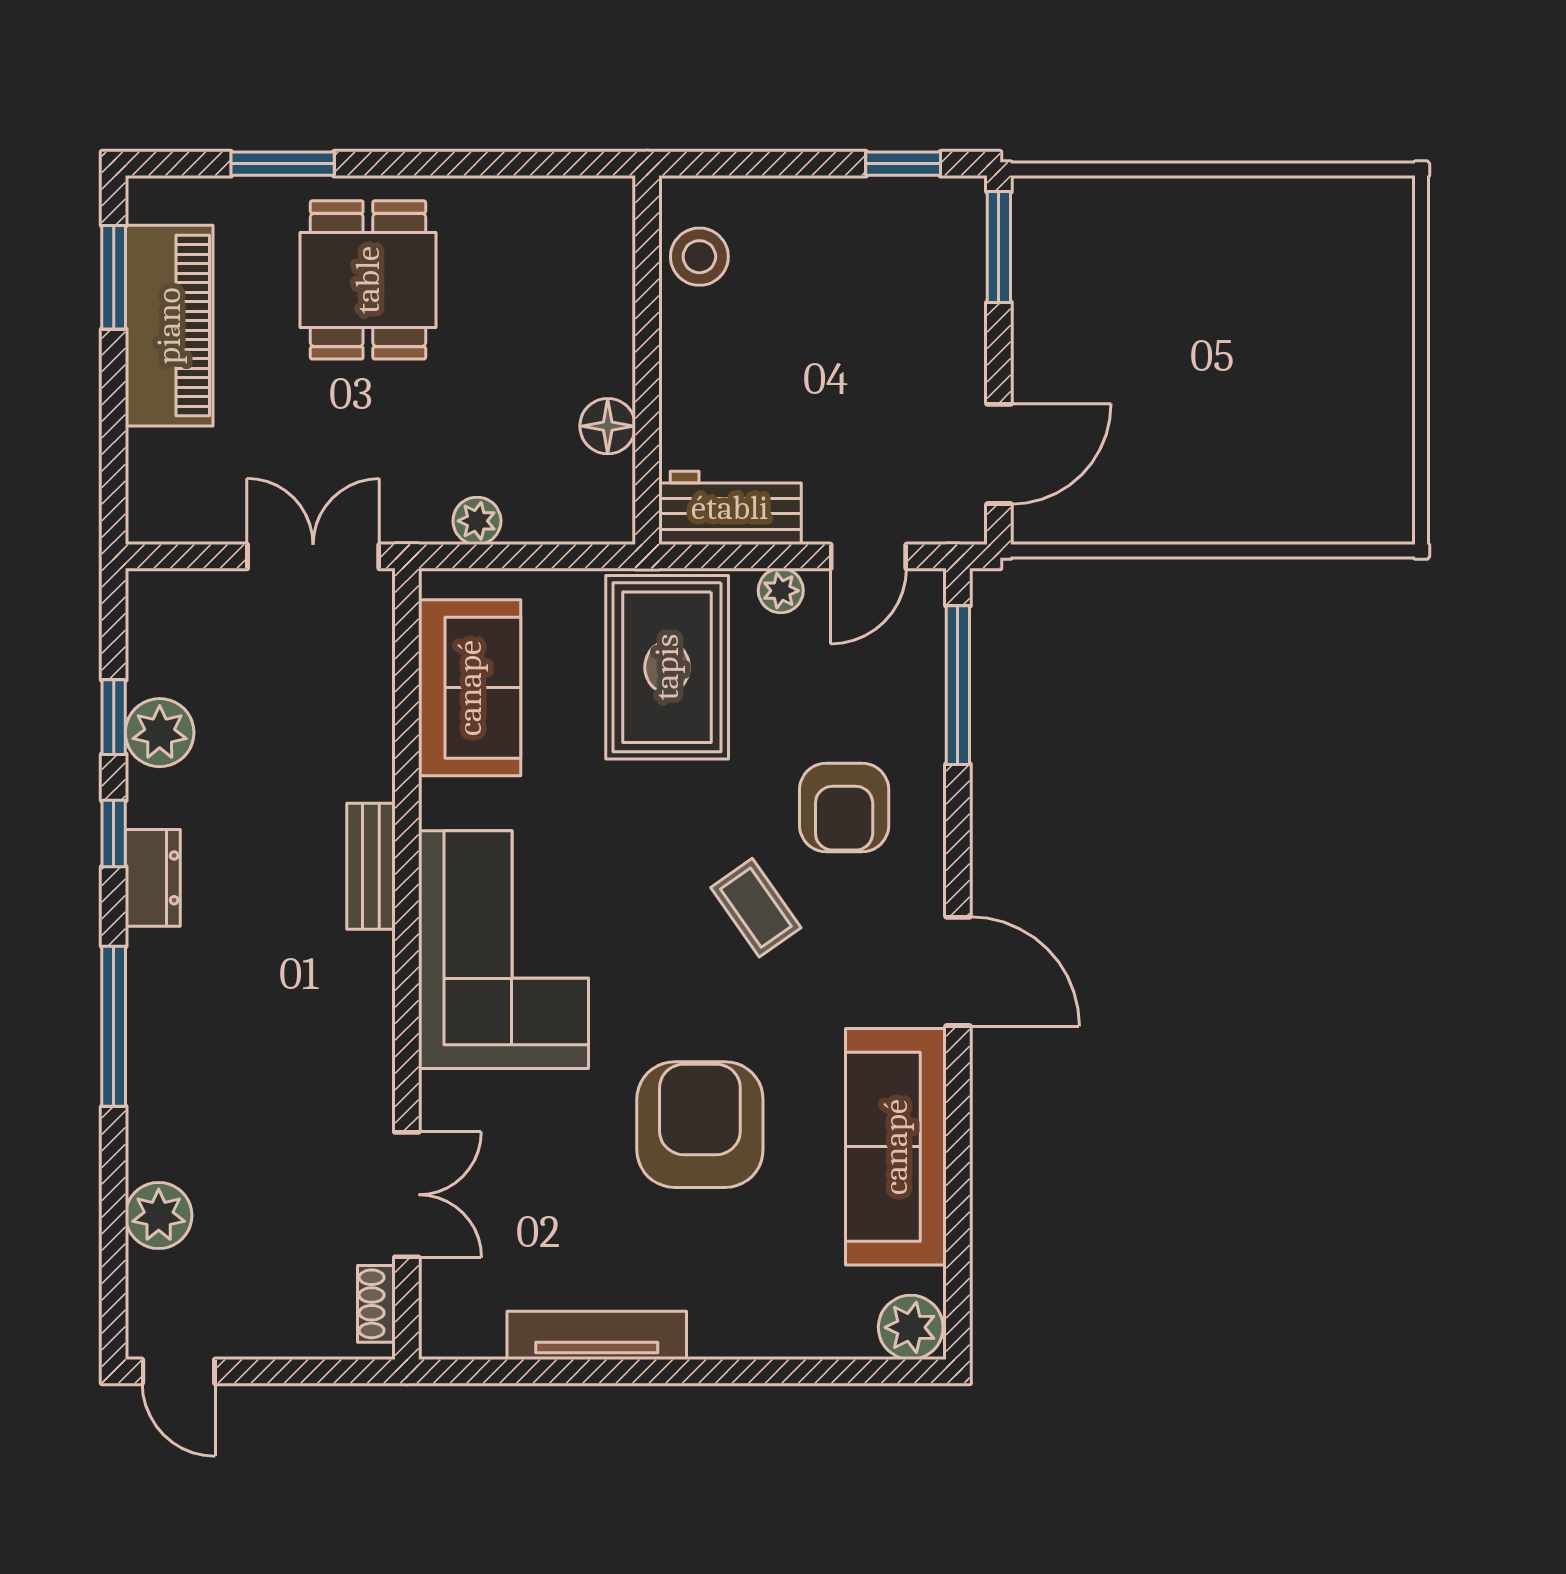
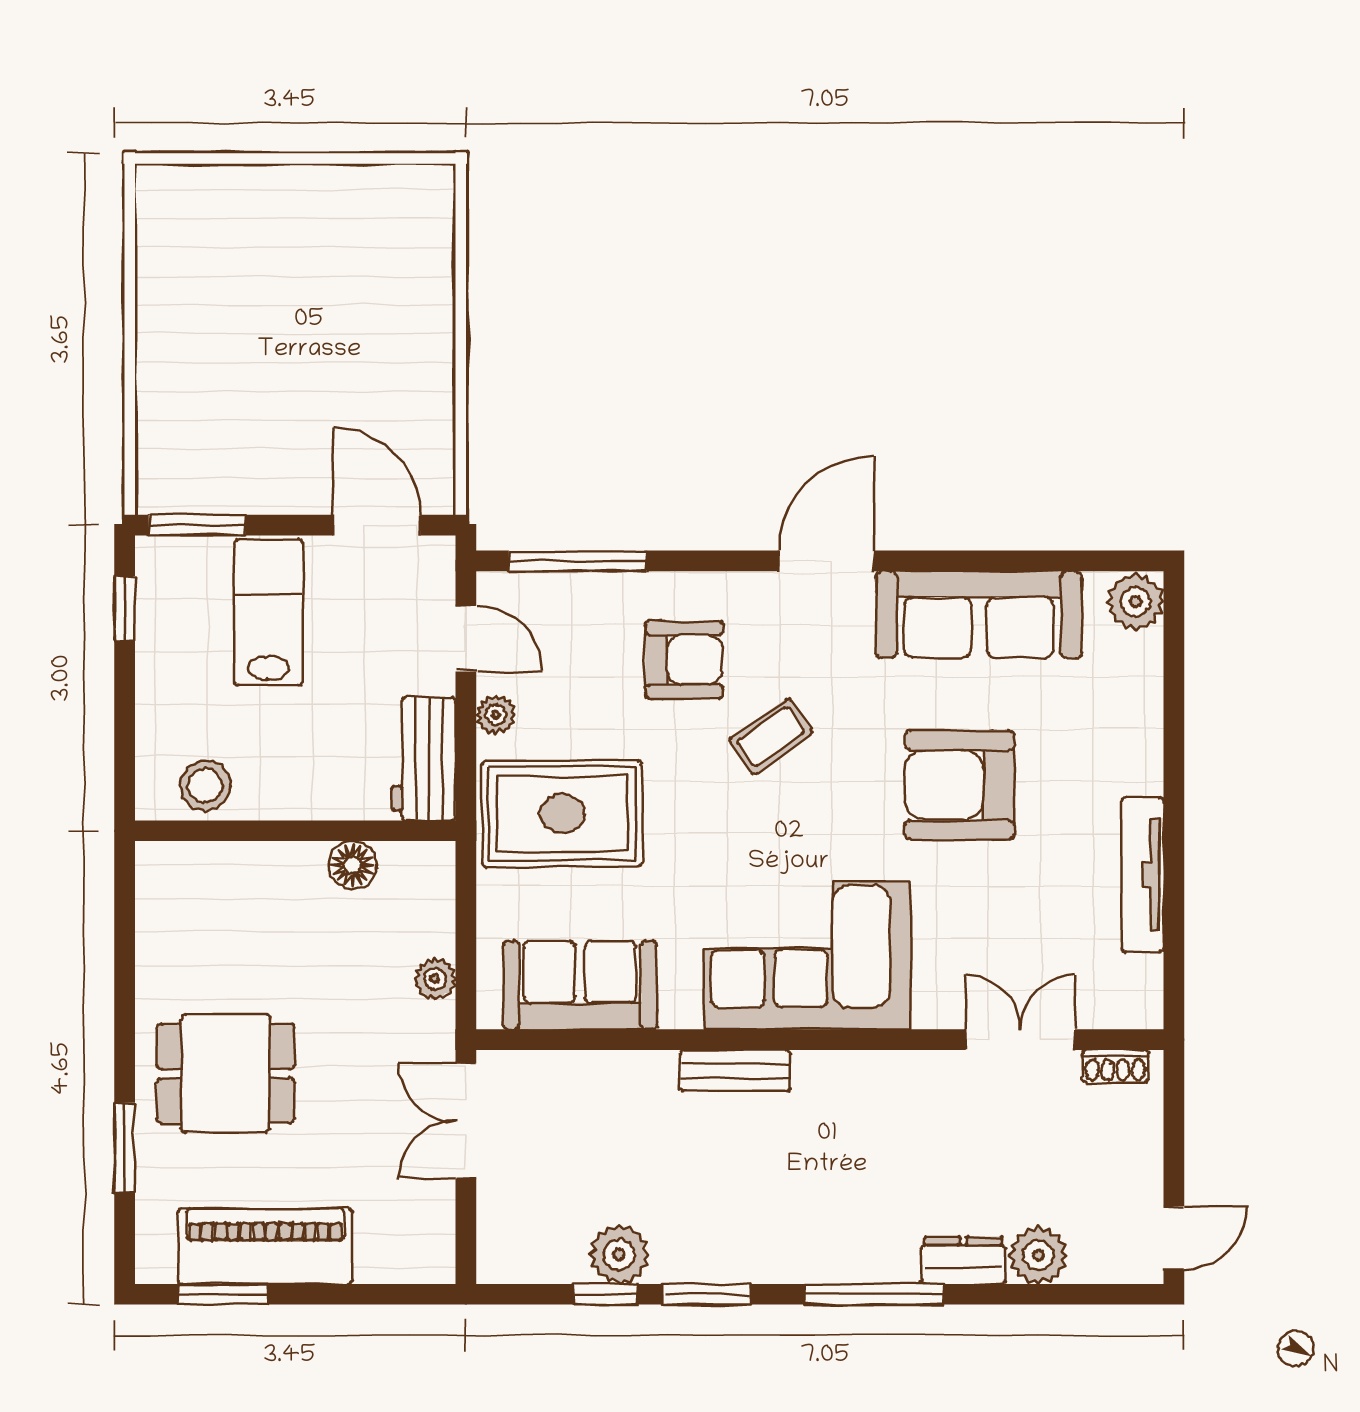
lab bench: (898, 329) -> (269, 613), added
window: (114, 834) -> (707, 1294), width x1.50
dresser: (153, 878) -> (963, 1260), moved

